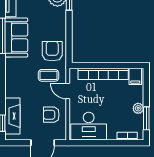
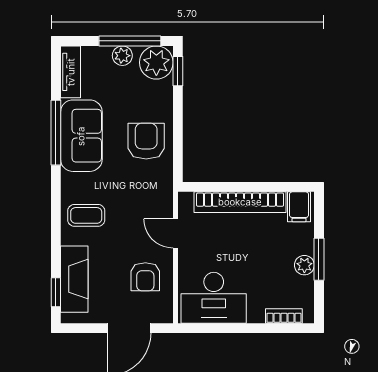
armchair: (52, 51) -> (146, 141), moved
coffee table: (49, 75) -> (86, 215), moved
armchair: (51, 115) -> (145, 277), turned -90
window: (146, 118) -> (319, 259), moved

